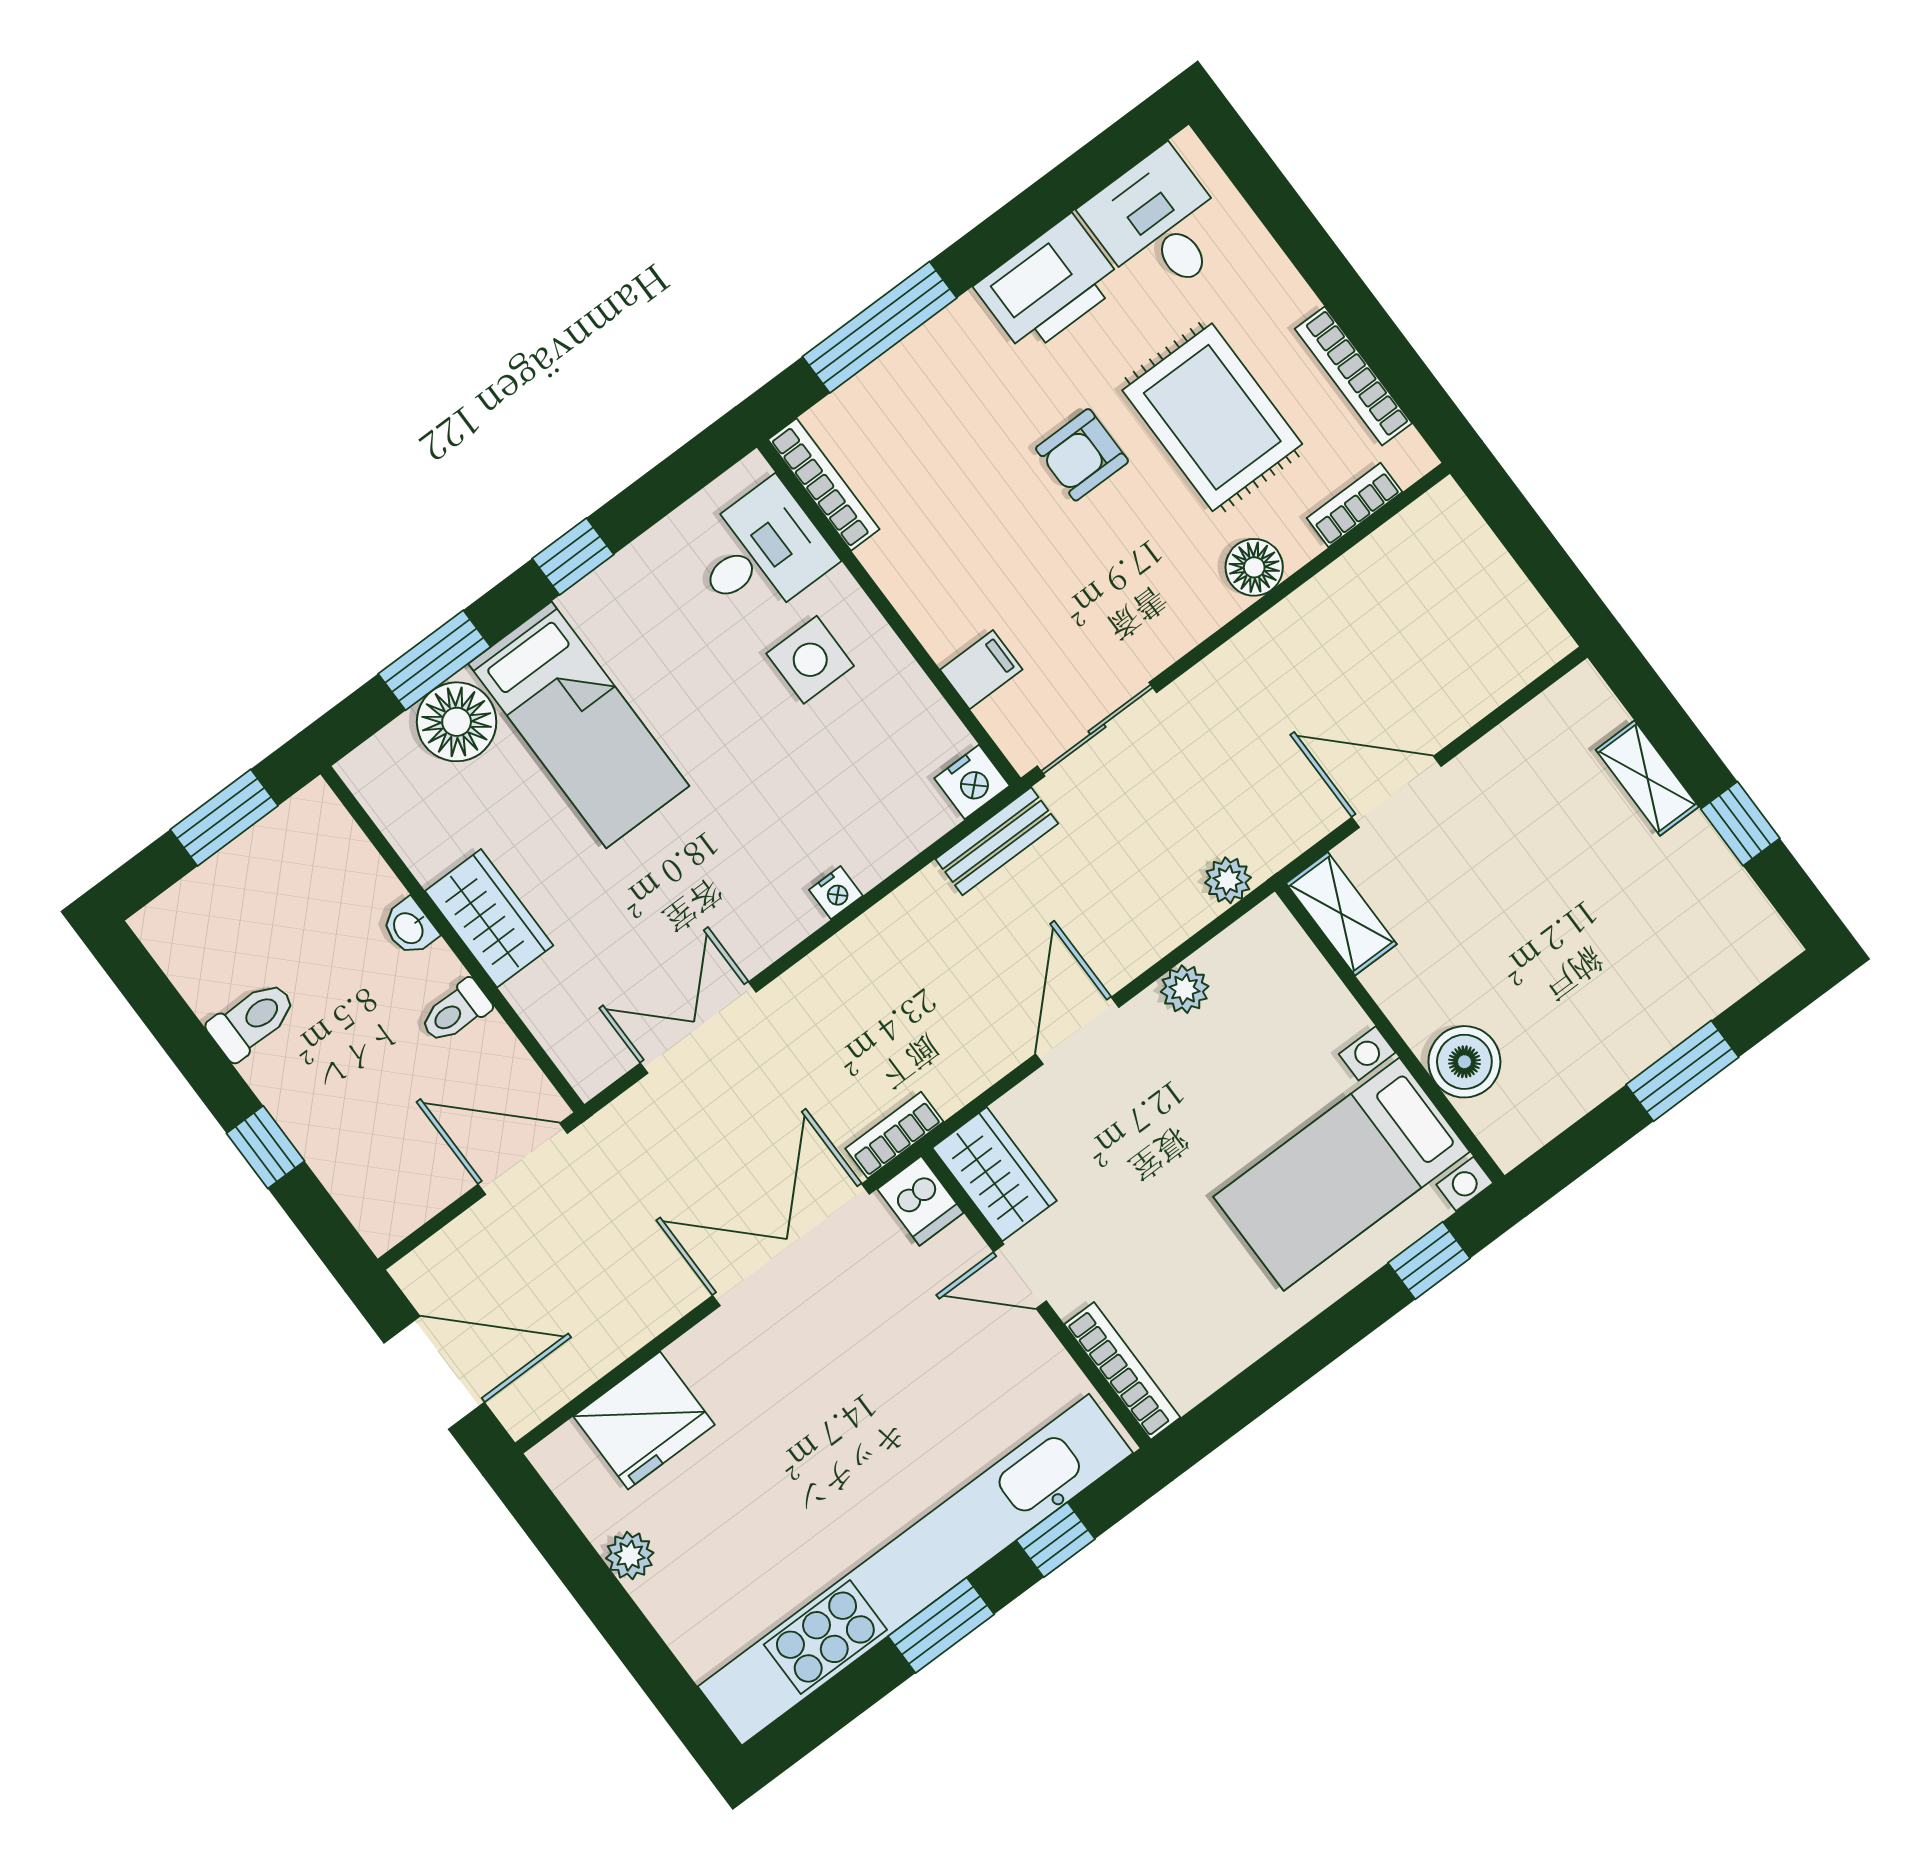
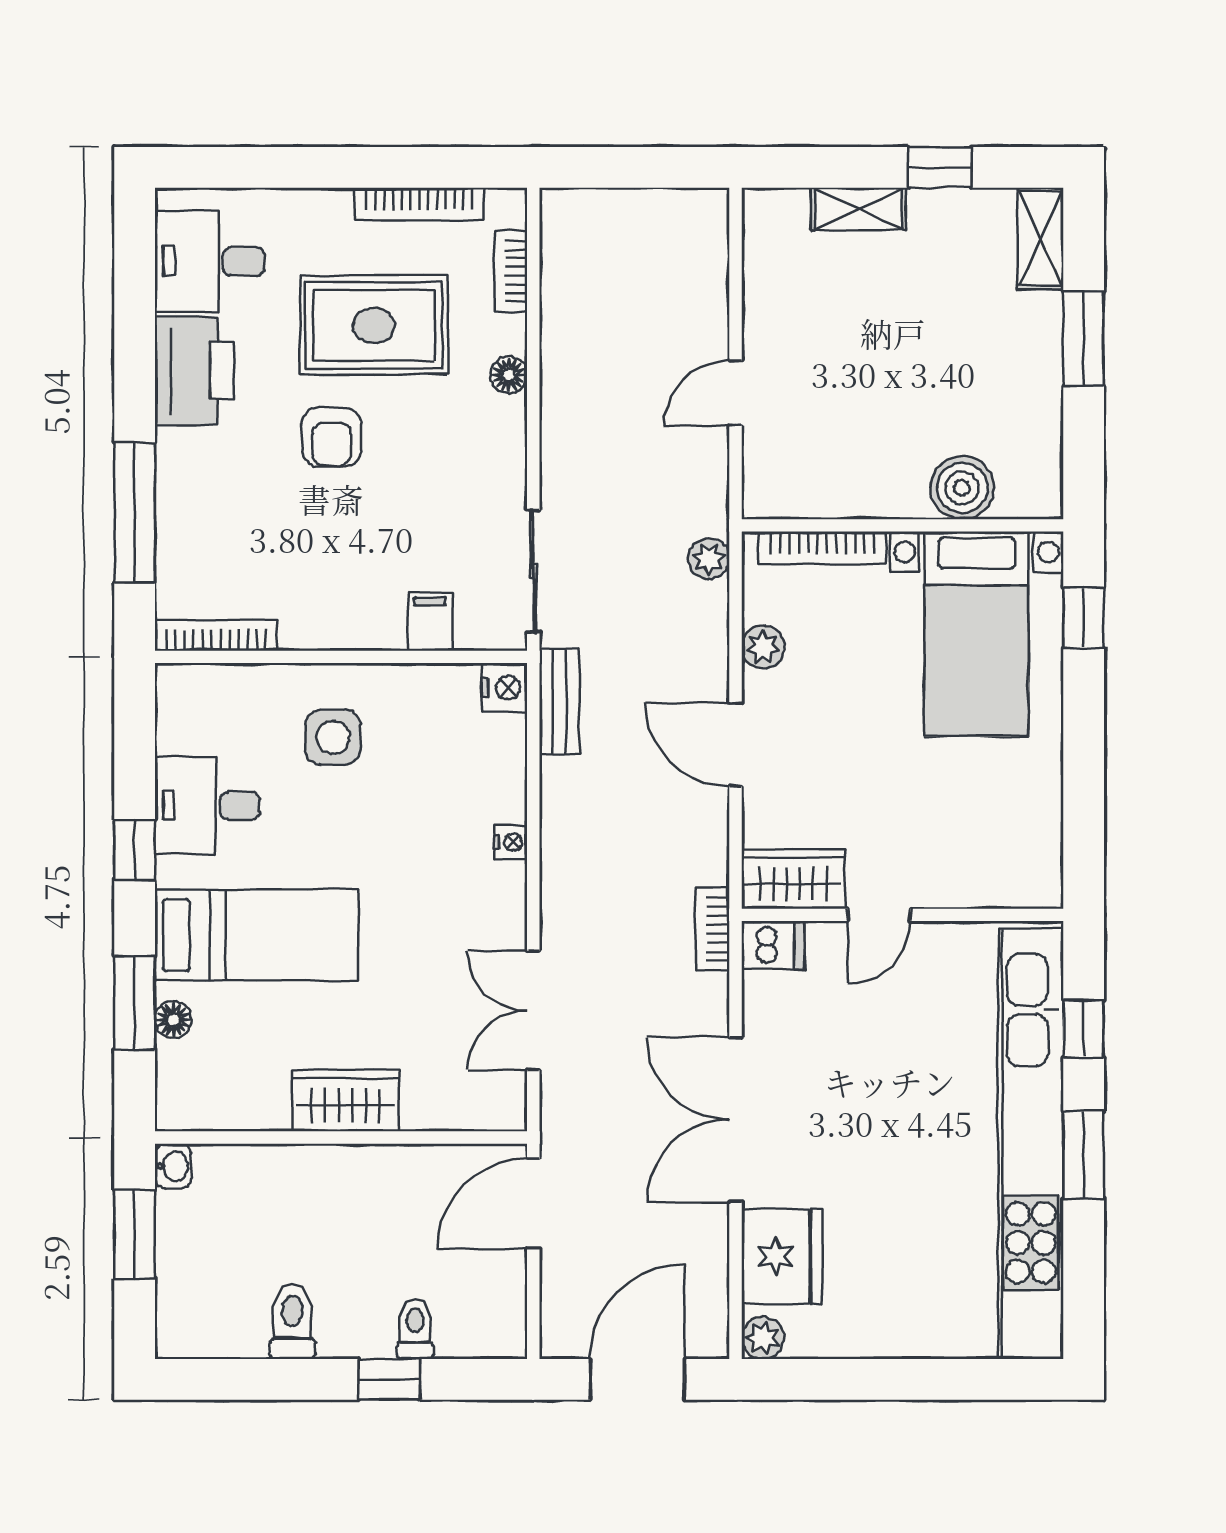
desk: (761, 552) -> (207, 806), moved, turned -90
floor lamp: (1254, 567) -> (509, 375), width x0.73, depth x0.73
floor lamp: (457, 722) -> (173, 1020), width x0.53, depth x0.53
door: (1397, 792) -> (736, 393), width x0.73
shelving: (1341, 914) -> (1040, 238), moved, turned 90
washbasin: (409, 927) -> (173, 1166), moved, turned -90
toilet: (455, 1012) -> (415, 1329), moved, turned 180
double door: (791, 1245) -> (736, 1119), moved
bookcase: (1122, 1371) -> (822, 548), moved, turned 180
plant: (630, 1556) -> (763, 1338), moved

